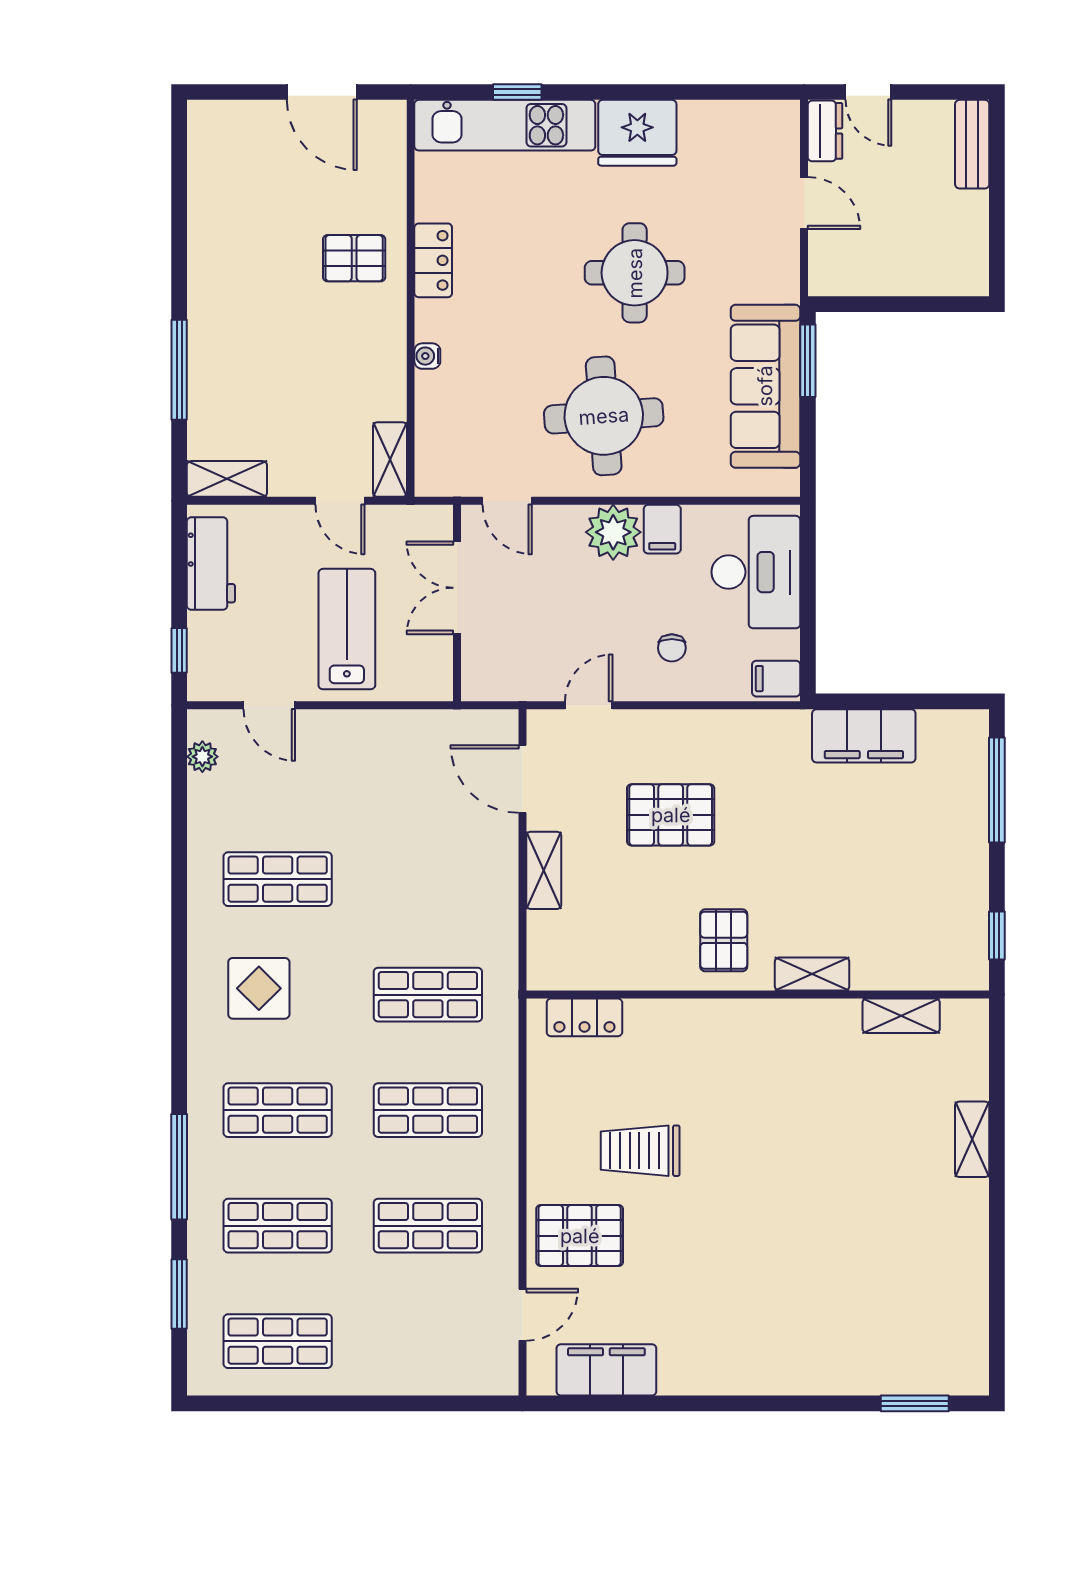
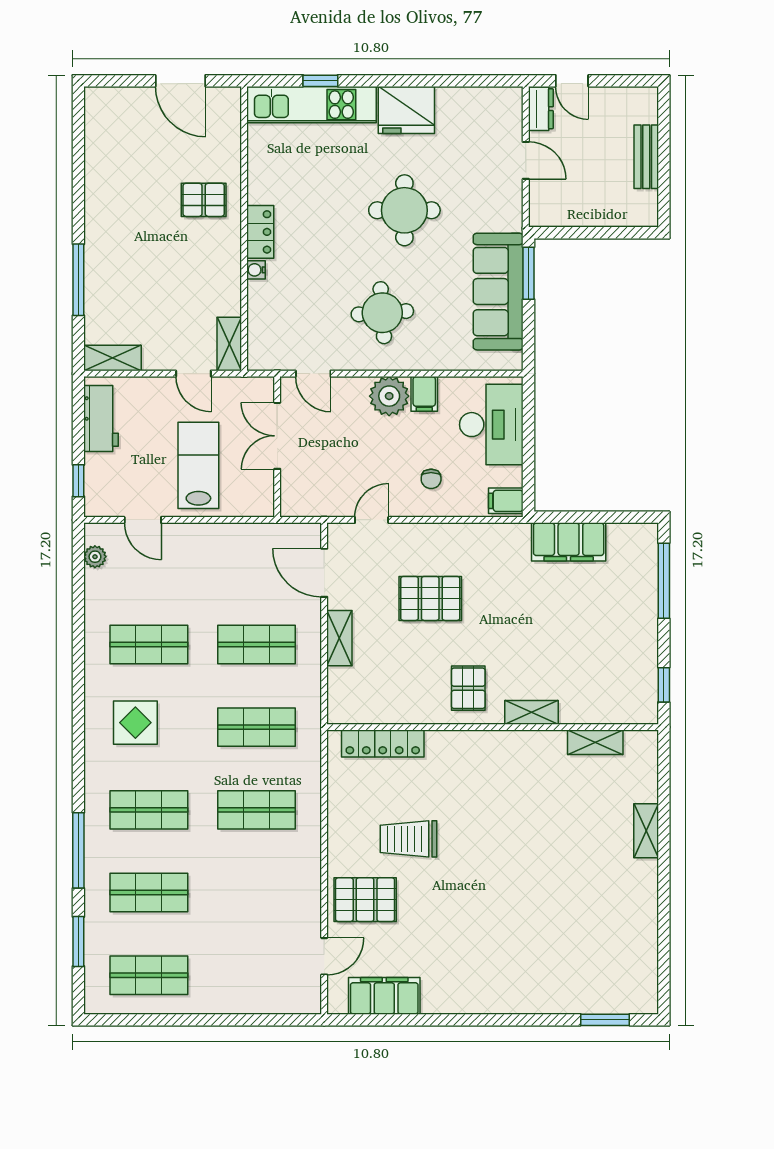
bench: (972, 144) -> (646, 157), moved
locker: (433, 260) -> (260, 232), moved
round table: (604, 416) -> (382, 313), width x0.73, depth x0.73
locker: (584, 1017) -> (383, 743), width x1.53
shop shelf: (428, 1226) -> (256, 644), moved

